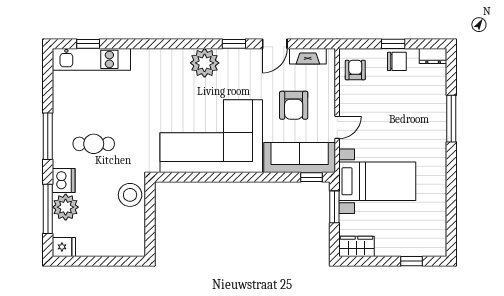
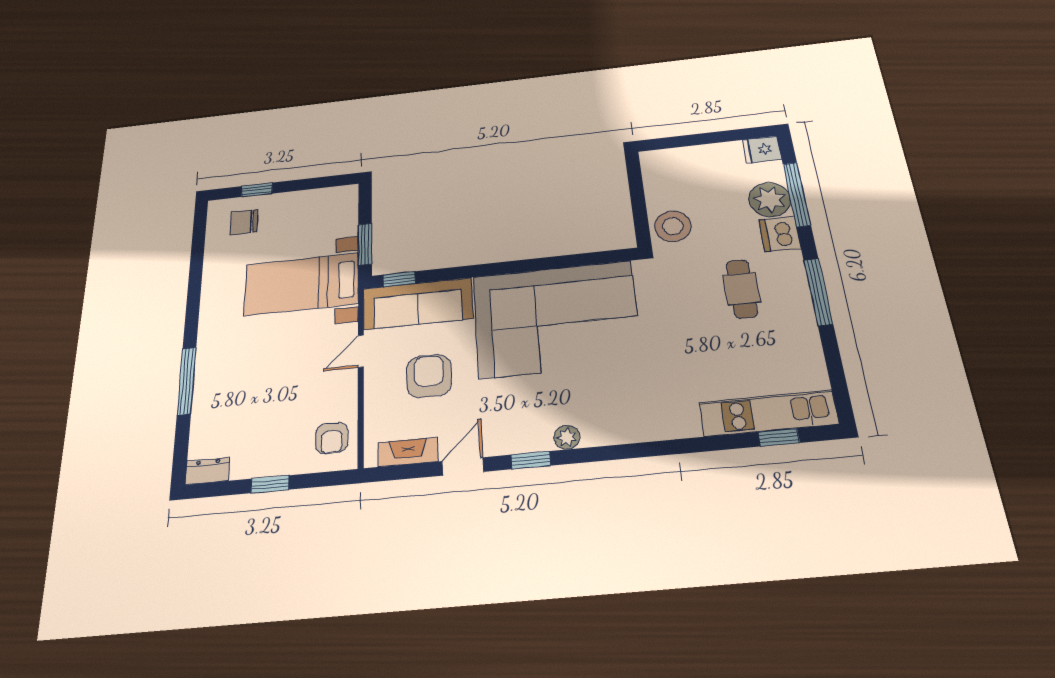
chair: (397, 61) -> (244, 222), moved
plant: (205, 63) -> (567, 437), width x0.53, depth x0.53
cafe table: (94, 144) -> (742, 289), turned 90
wardrobe: (356, 246) -> (334, 199), removed

